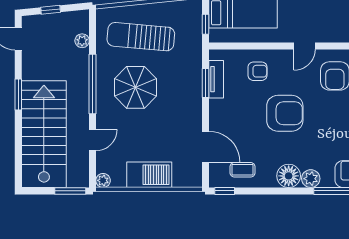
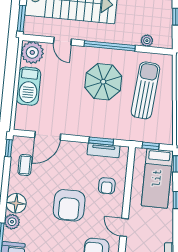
plant: (103, 180) -> (32, 52), width x1.88, depth x1.88

